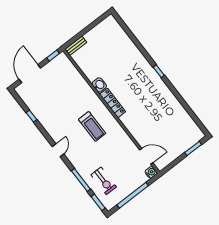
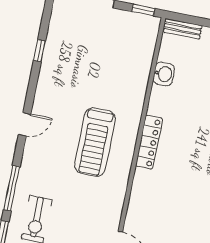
washbasin: (99, 85) -> (164, 74), moved
treadmill: (92, 126) -> (95, 142), width x1.37, depth x1.38

